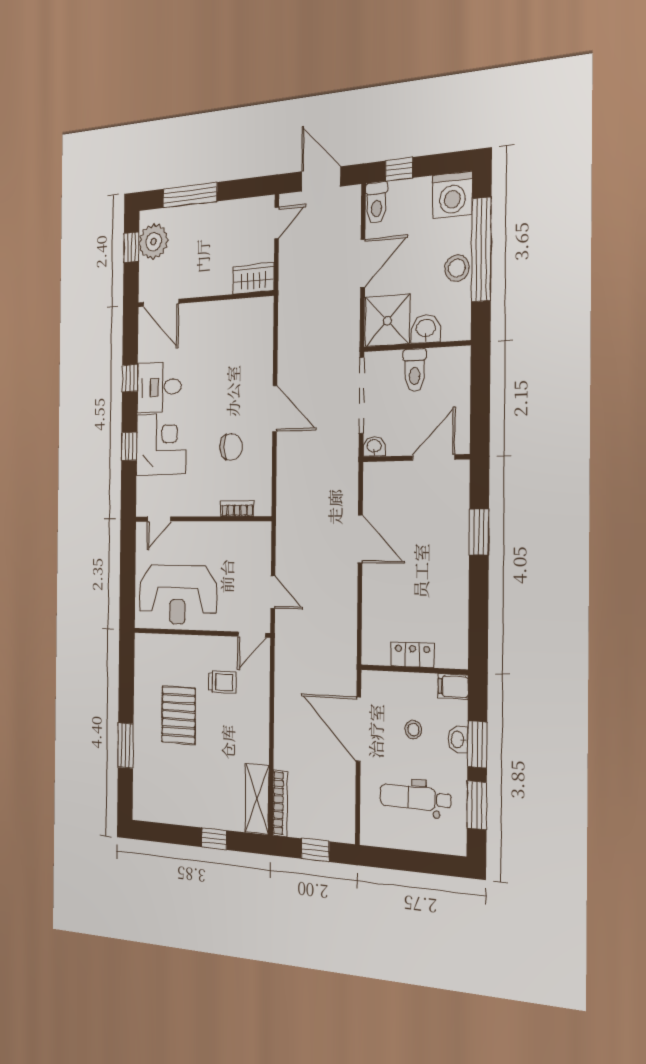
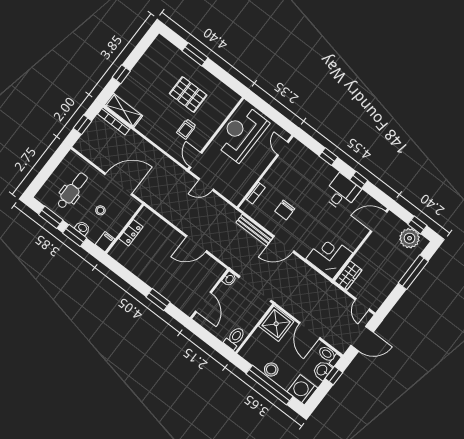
washbasin: (426, 329) -> (322, 370), moved, turned 180
toilet: (415, 370) -> (235, 338), moved, turned 90
corner desk: (161, 444) -> (329, 256), moved, turned 180
bench: (285, 468) -> (254, 230), added

